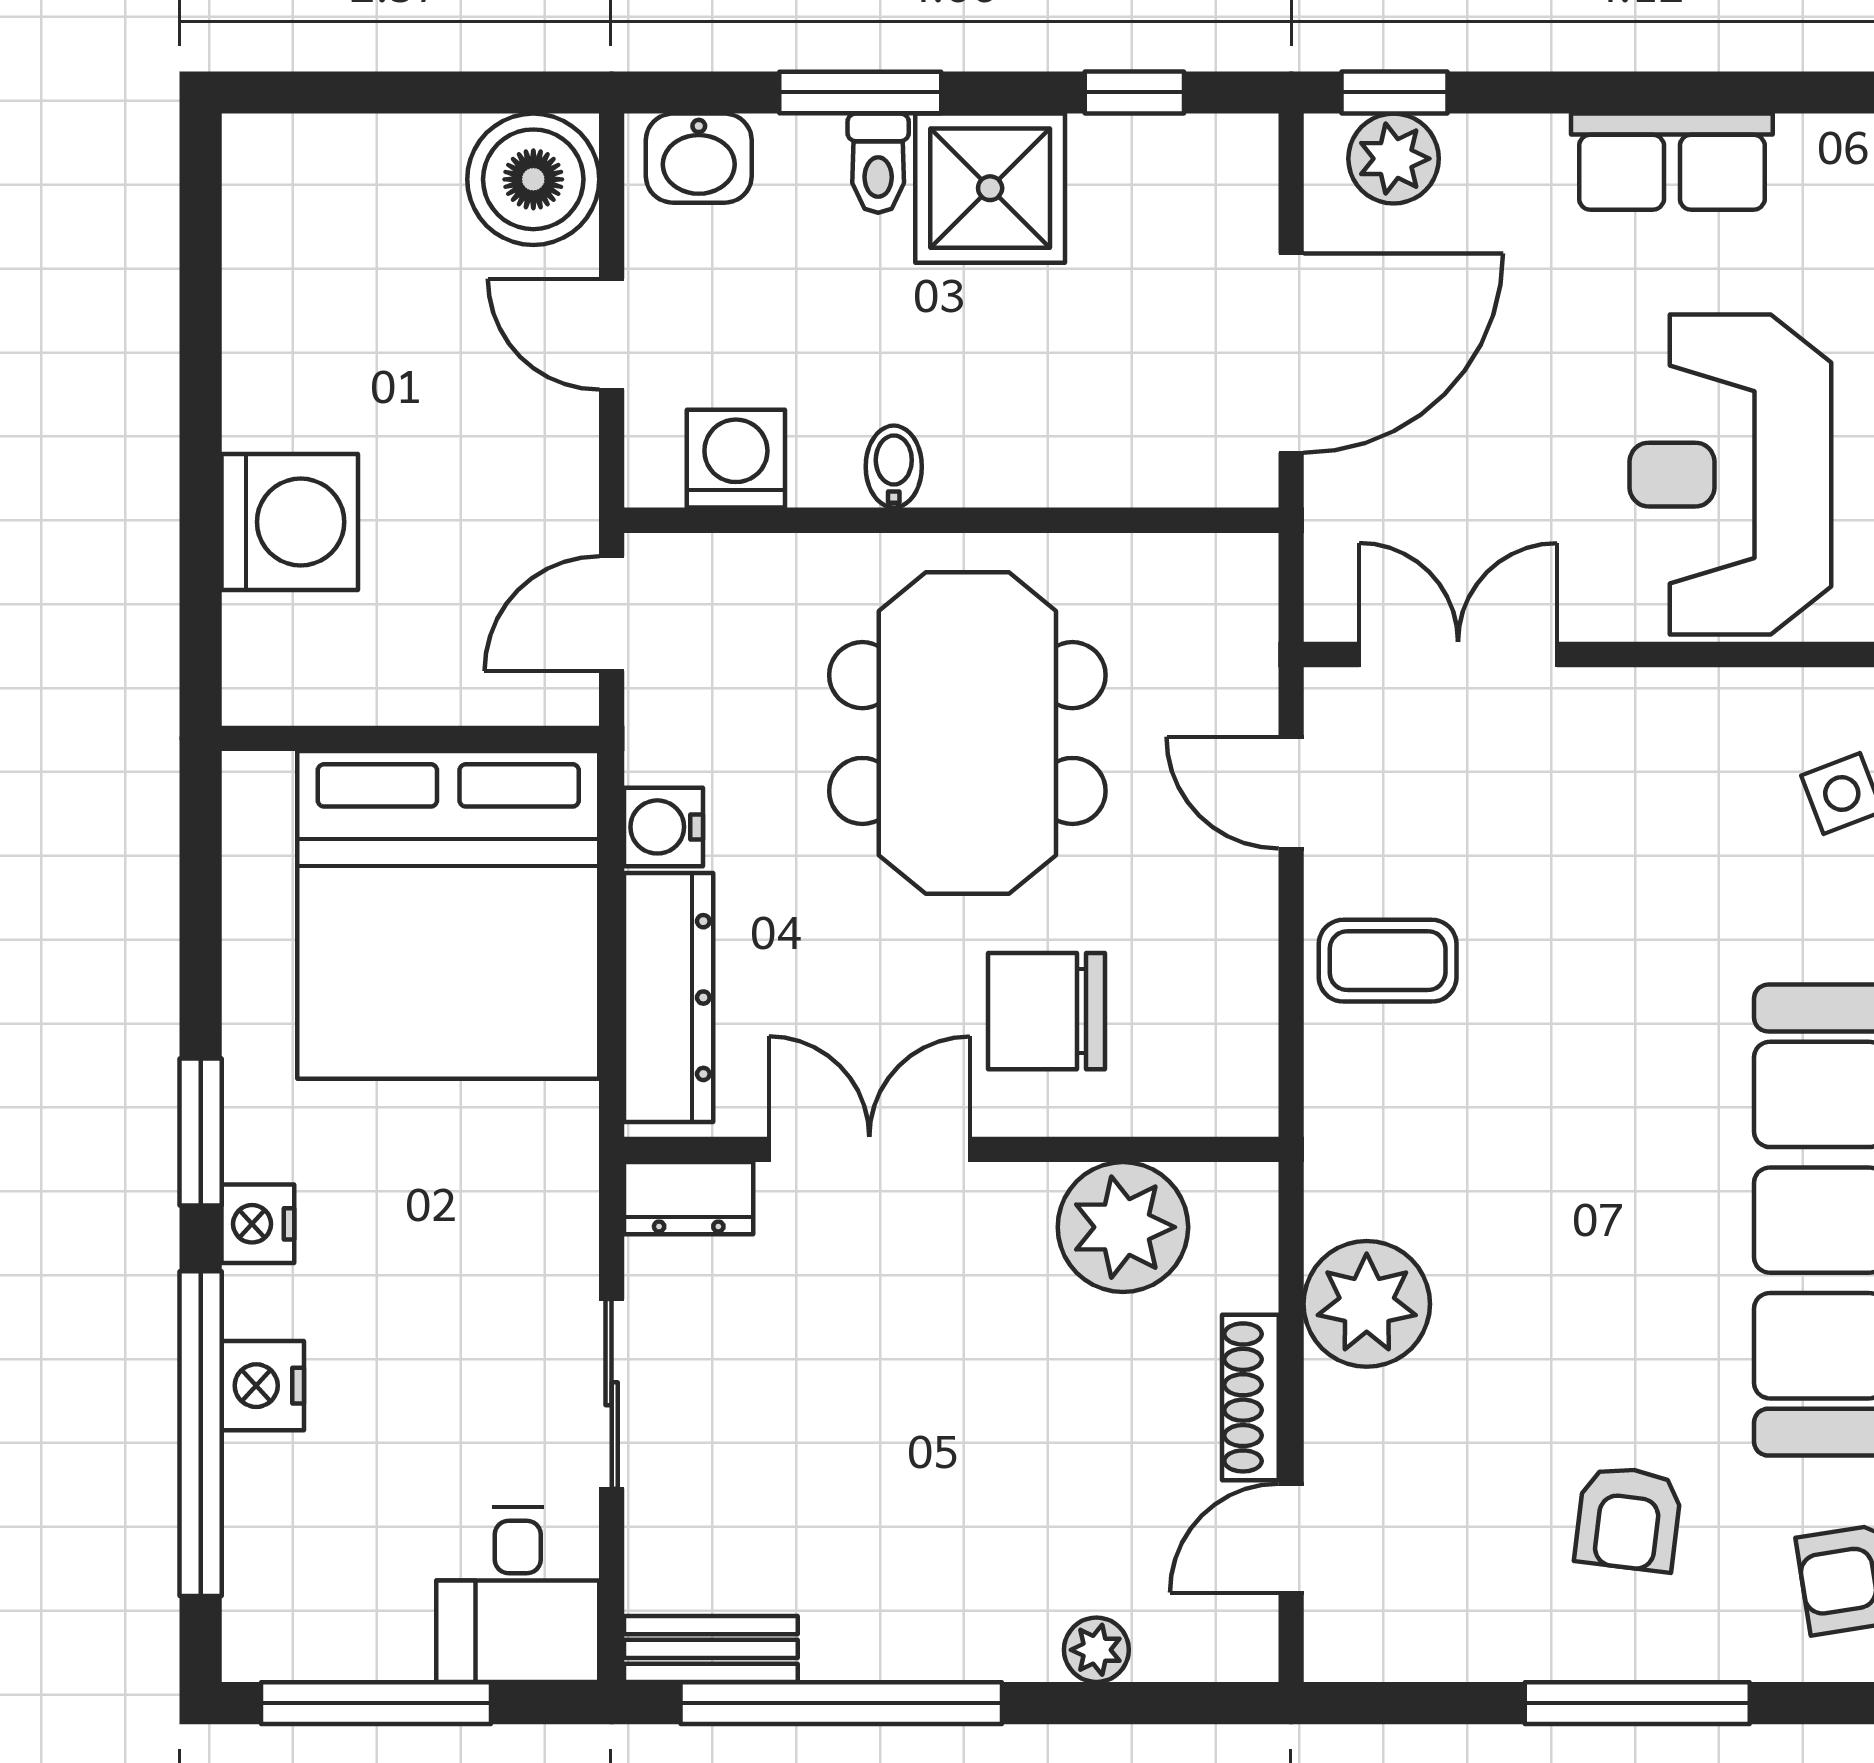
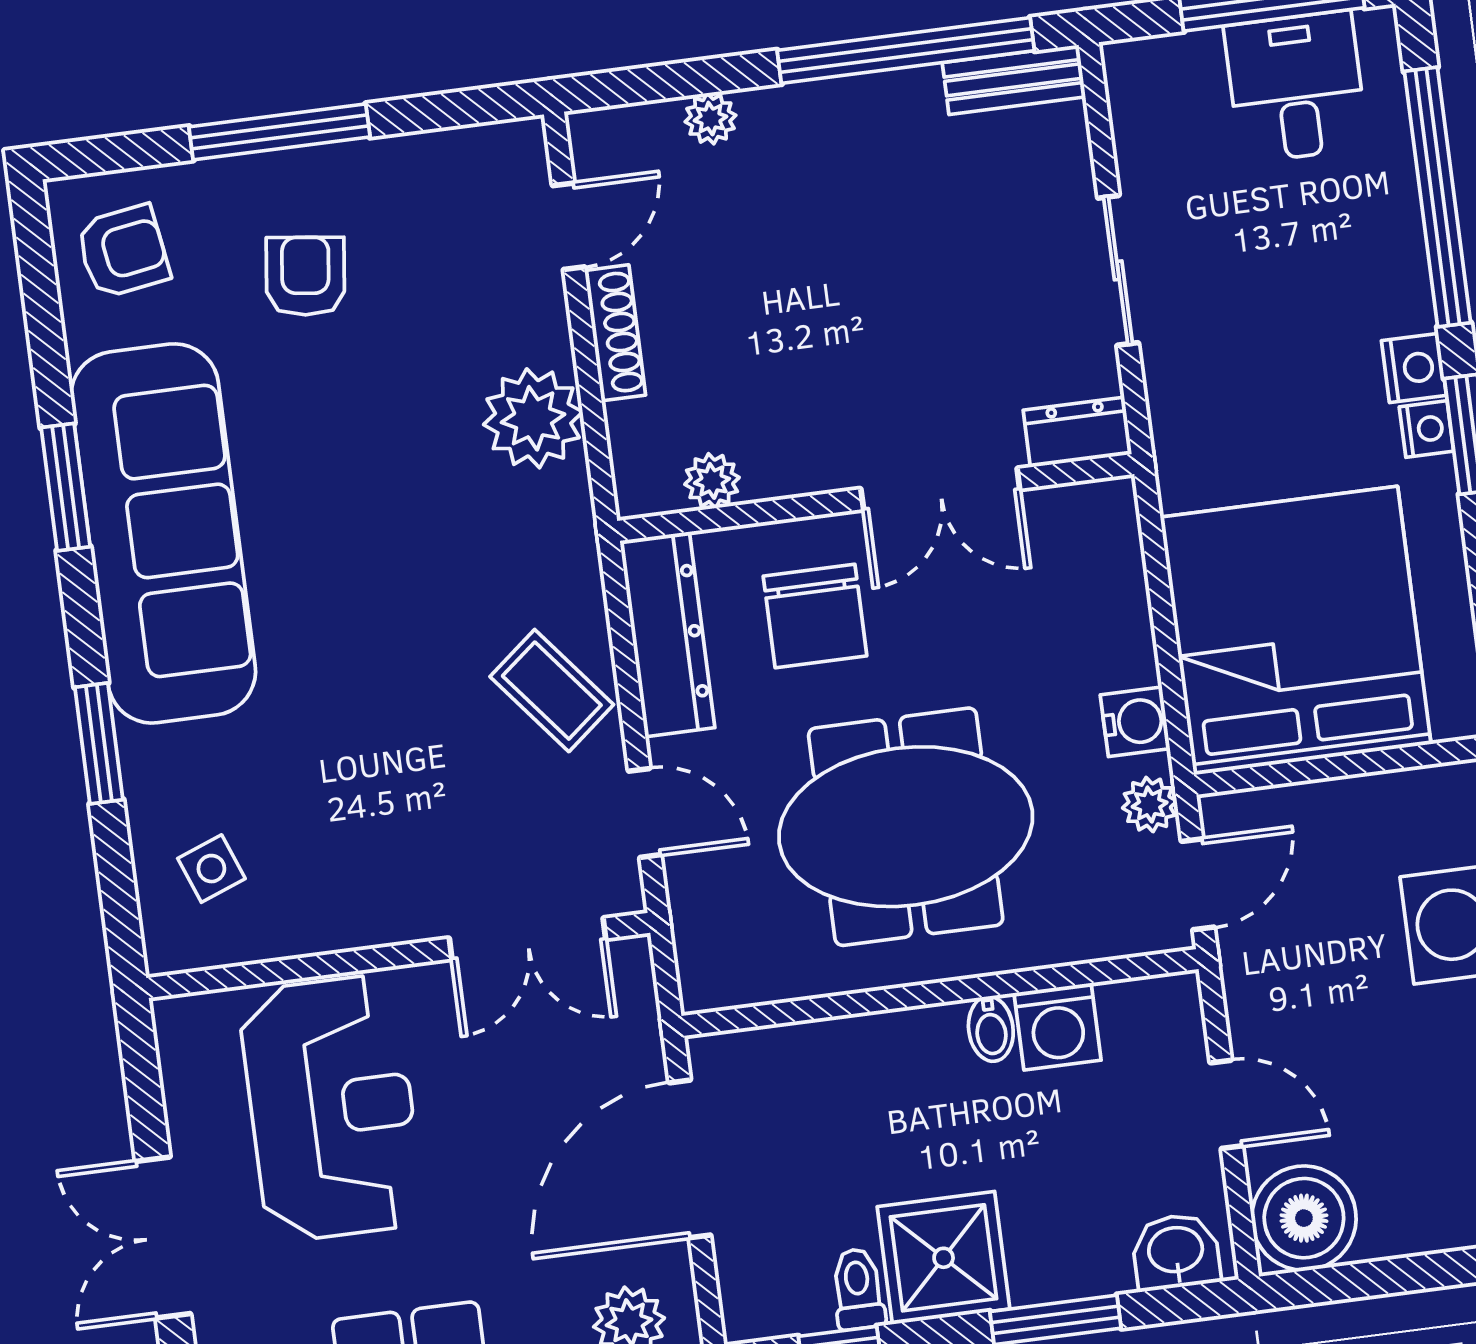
toilet: (878, 163) -> (858, 1289), moved
washing machine: (736, 459) -> (1058, 1027), moved
plant: (659, 721) -> (1150, 805), added
meeting table: (967, 733) -> (906, 827), turned 90
coffee table: (1388, 961) -> (552, 691), turned 51
dresser: (669, 998) -> (667, 634), moved, turned 180
chair: (1047, 1011) -> (815, 616), turned 90
plant: (1123, 1227) -> (712, 481), width x0.53, depth x0.53
nightstand: (263, 1386) -> (1426, 429), moved, width x0.72, depth x0.74
desk: (518, 1594) -> (1296, 87), moved

